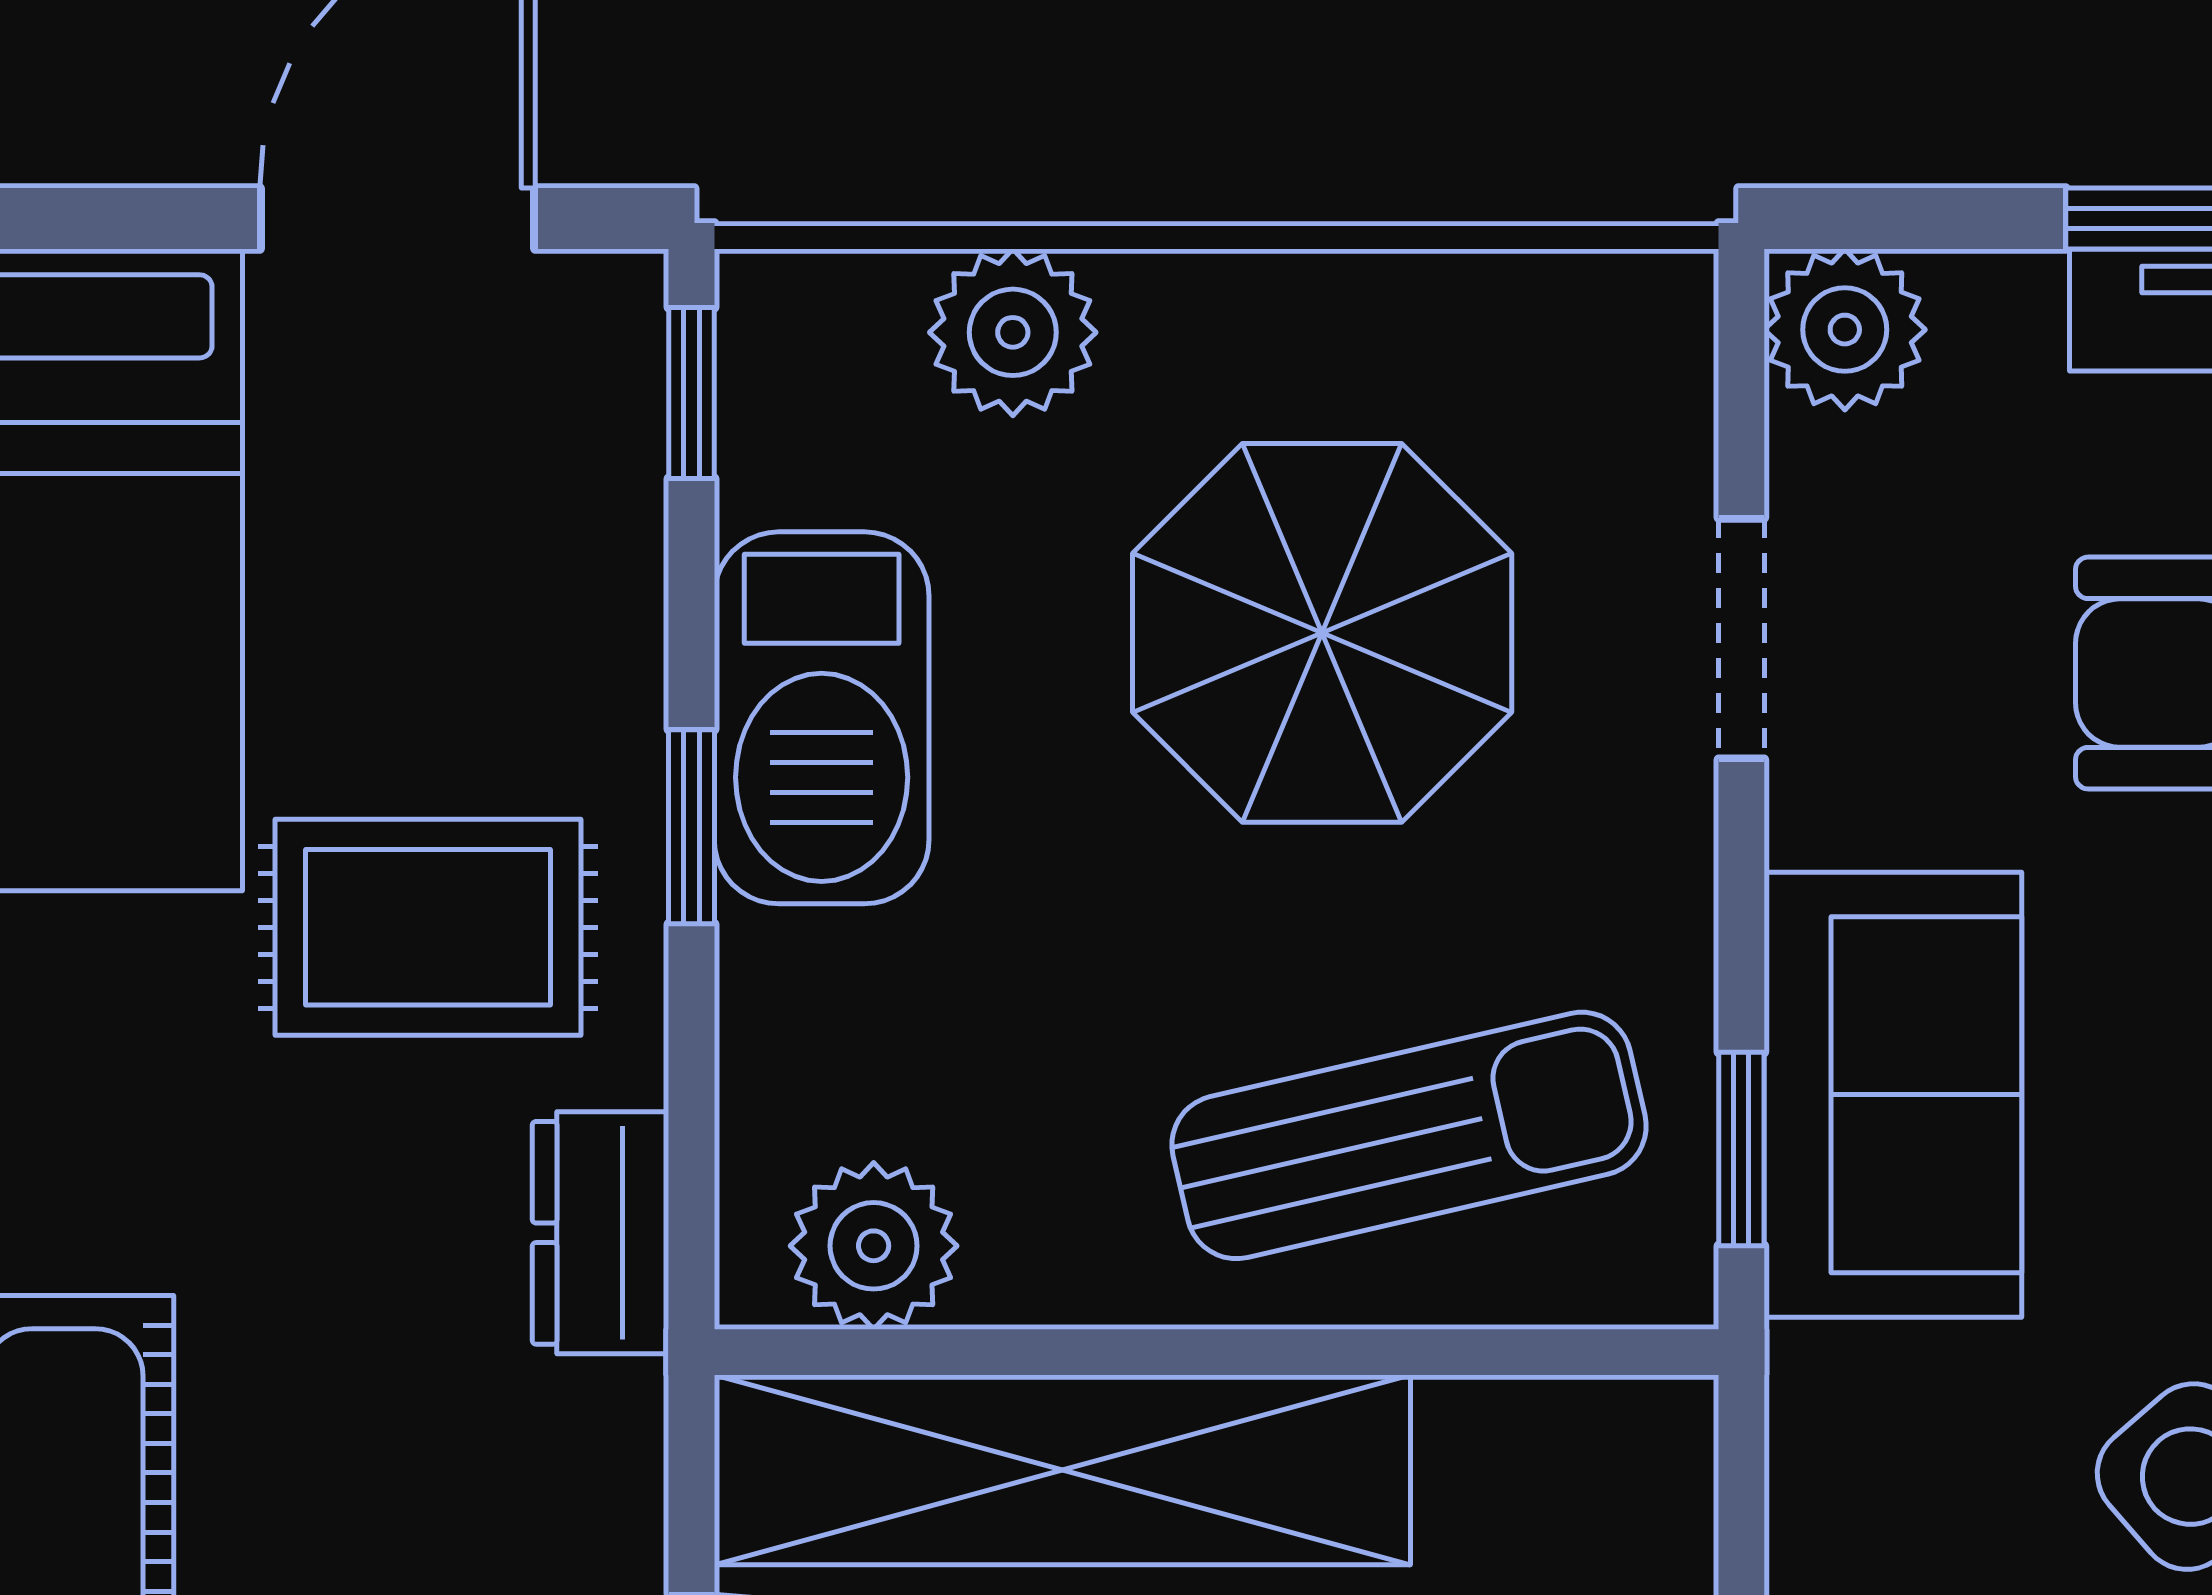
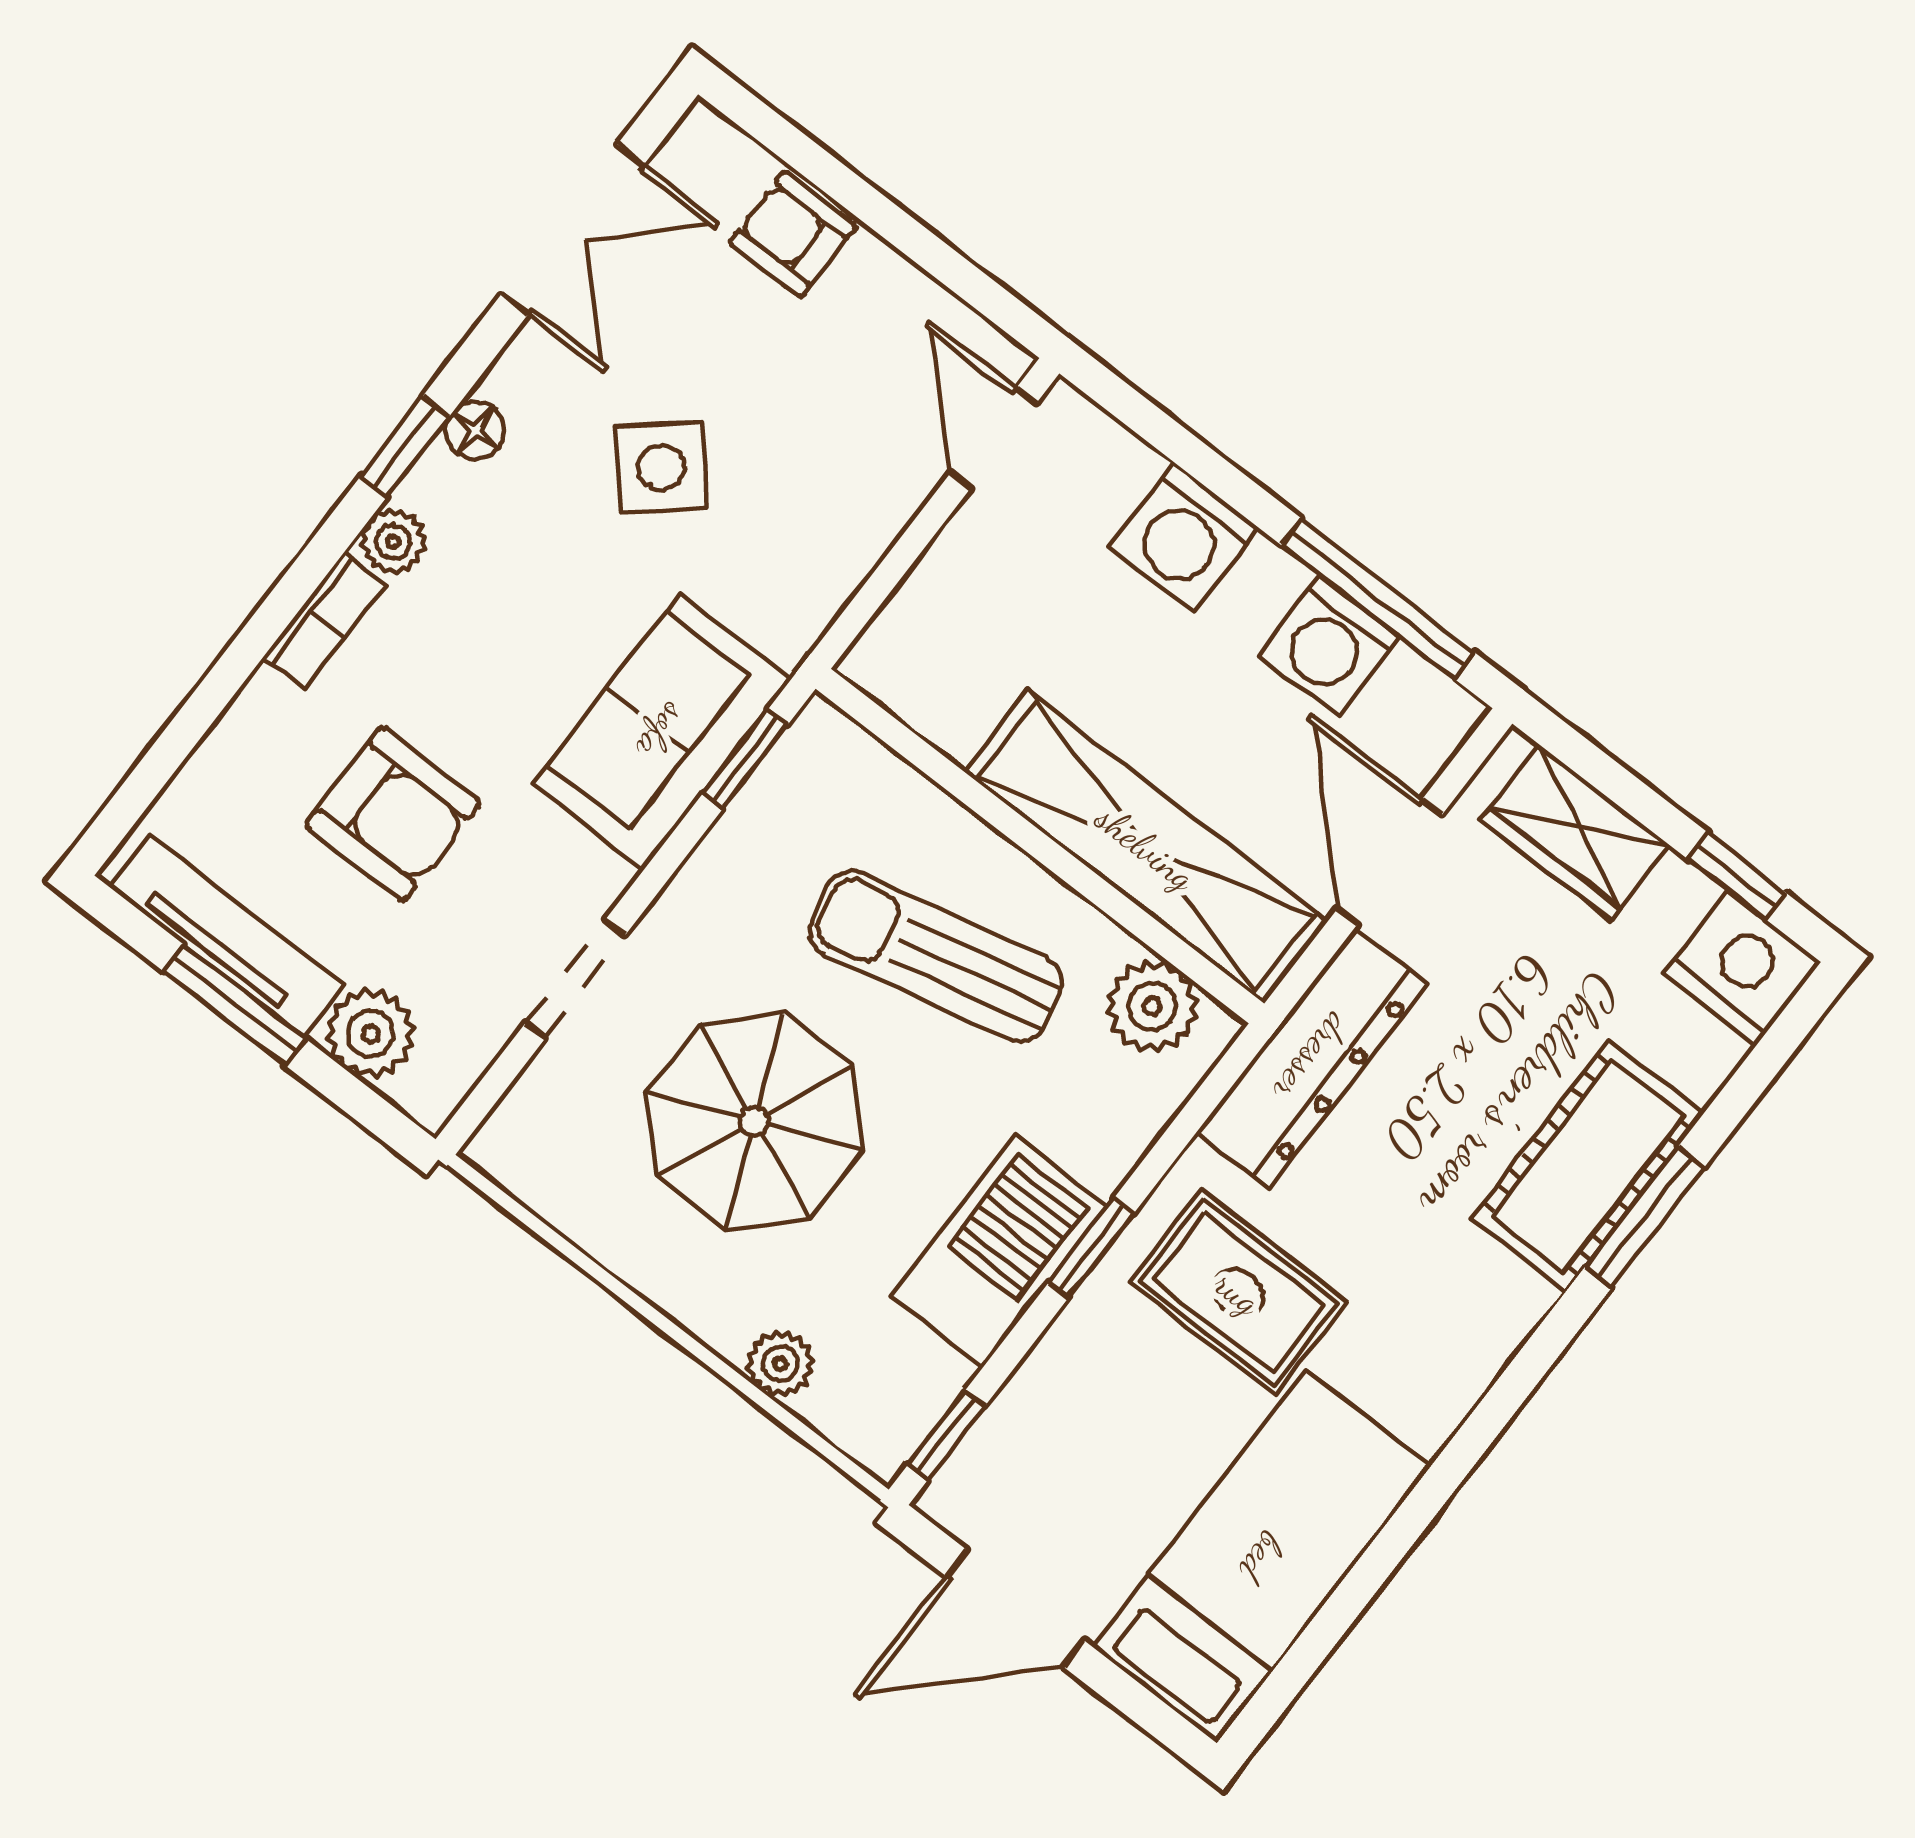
plant: (1845, 330) -> (371, 1034), moved
plant: (1013, 332) -> (780, 1364), width x0.73, depth x0.73
sun lounger: (1409, 1135) -> (936, 956), moved
dresser: (600, 1233) -> (1312, 1058), width x1.96, depth x1.24

